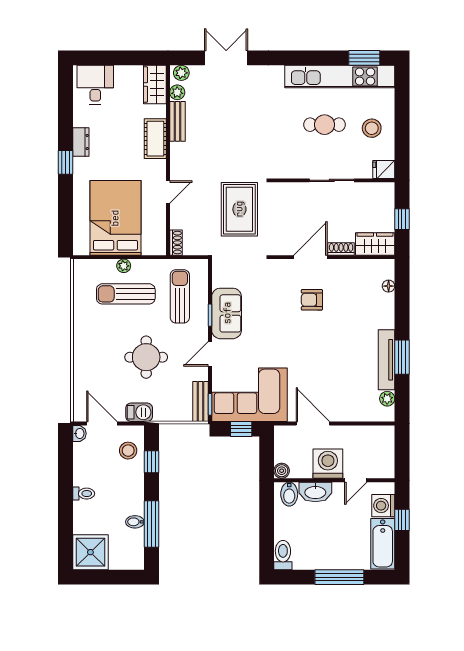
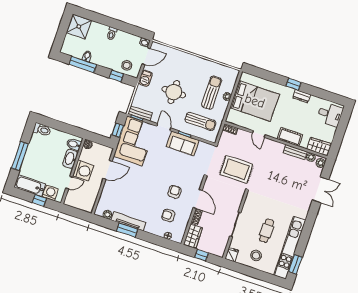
armchair: (355, 297) -> (168, 216), added
door: (356, 480) -> (69, 183), swing flipped

